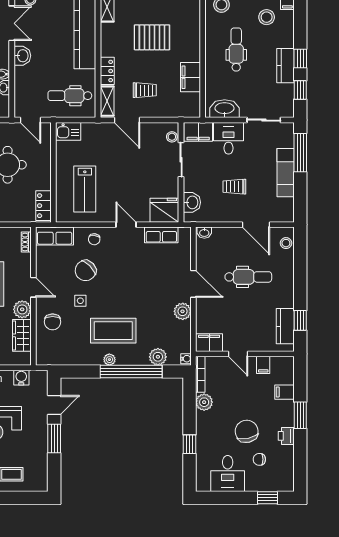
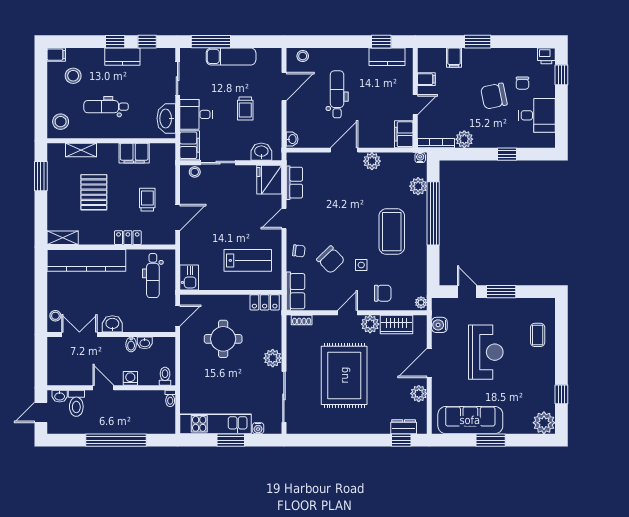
shelving: (107, 101) -> (81, 150), moved
plant: (109, 360) -> (421, 302), moved
printer: (286, 436) -> (546, 56), moved

